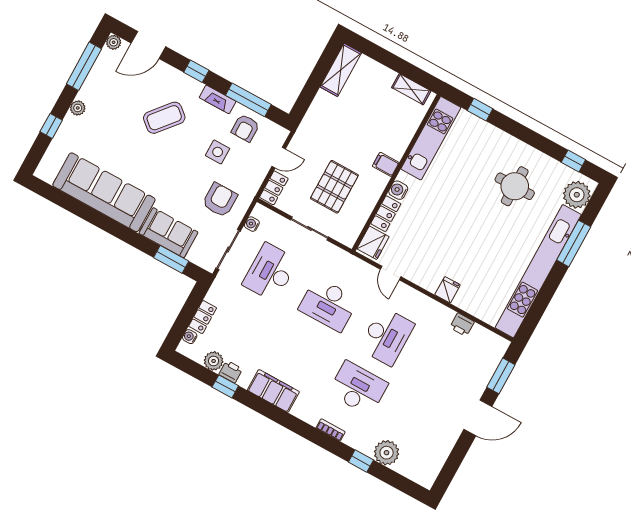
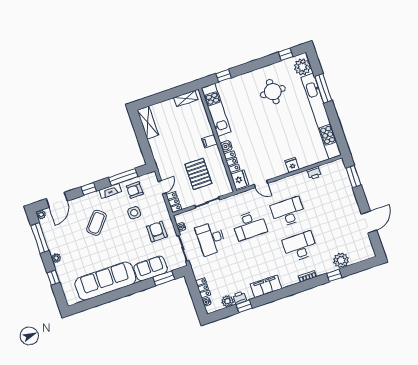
armchair: (245, 128) -> (135, 190), turned 90
desk: (387, 336) -> (288, 212), turned -90
door: (478, 418) -> (369, 222), moved

